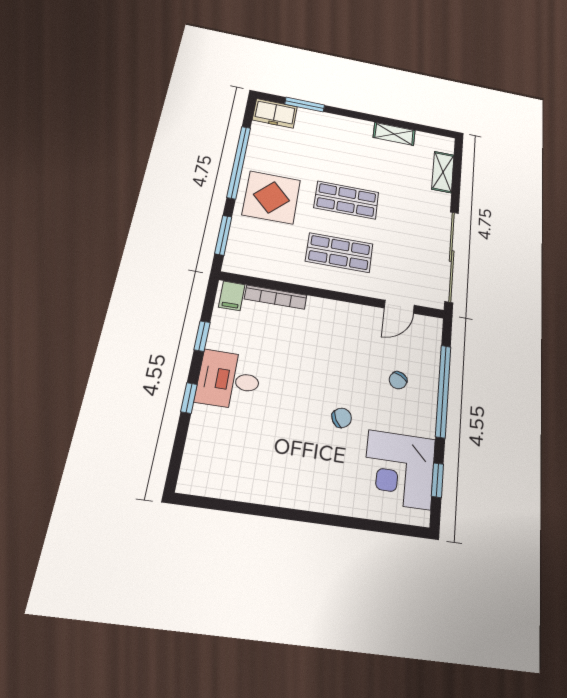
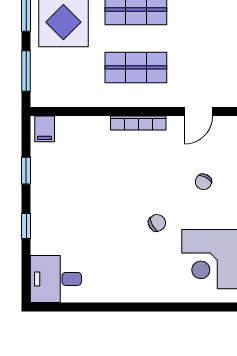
bookcase: (276, 297) -> (138, 123), moved
desk: (229, 380) -> (56, 279), moved

